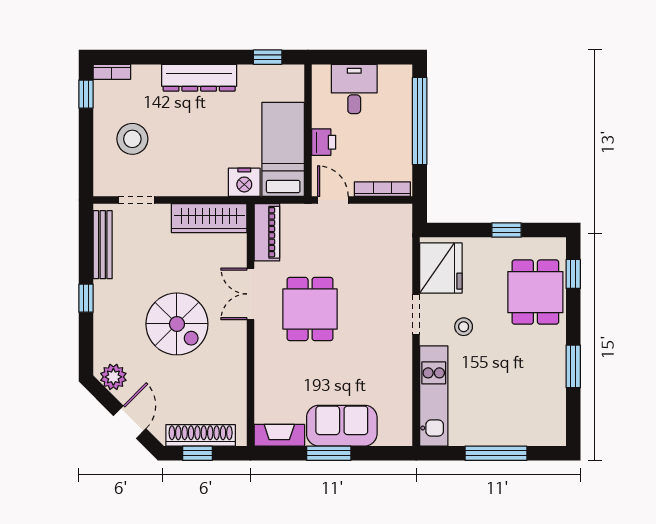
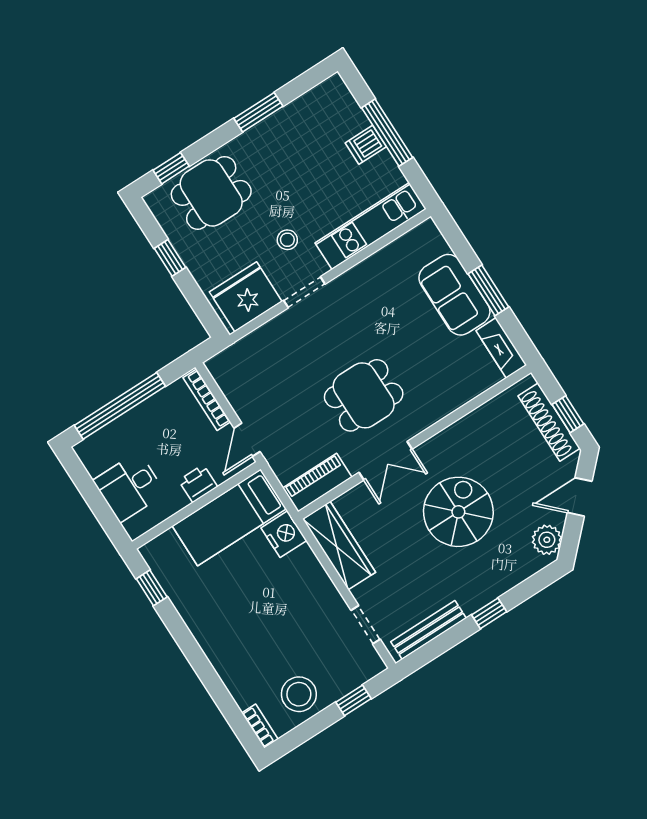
dresser: (199, 78) -> (213, 640), removed
window: (86, 94) -> (353, 700), moved
stool: (132, 139) -> (299, 694), moved
dishwasher: (497, 431) -> (366, 145), added

